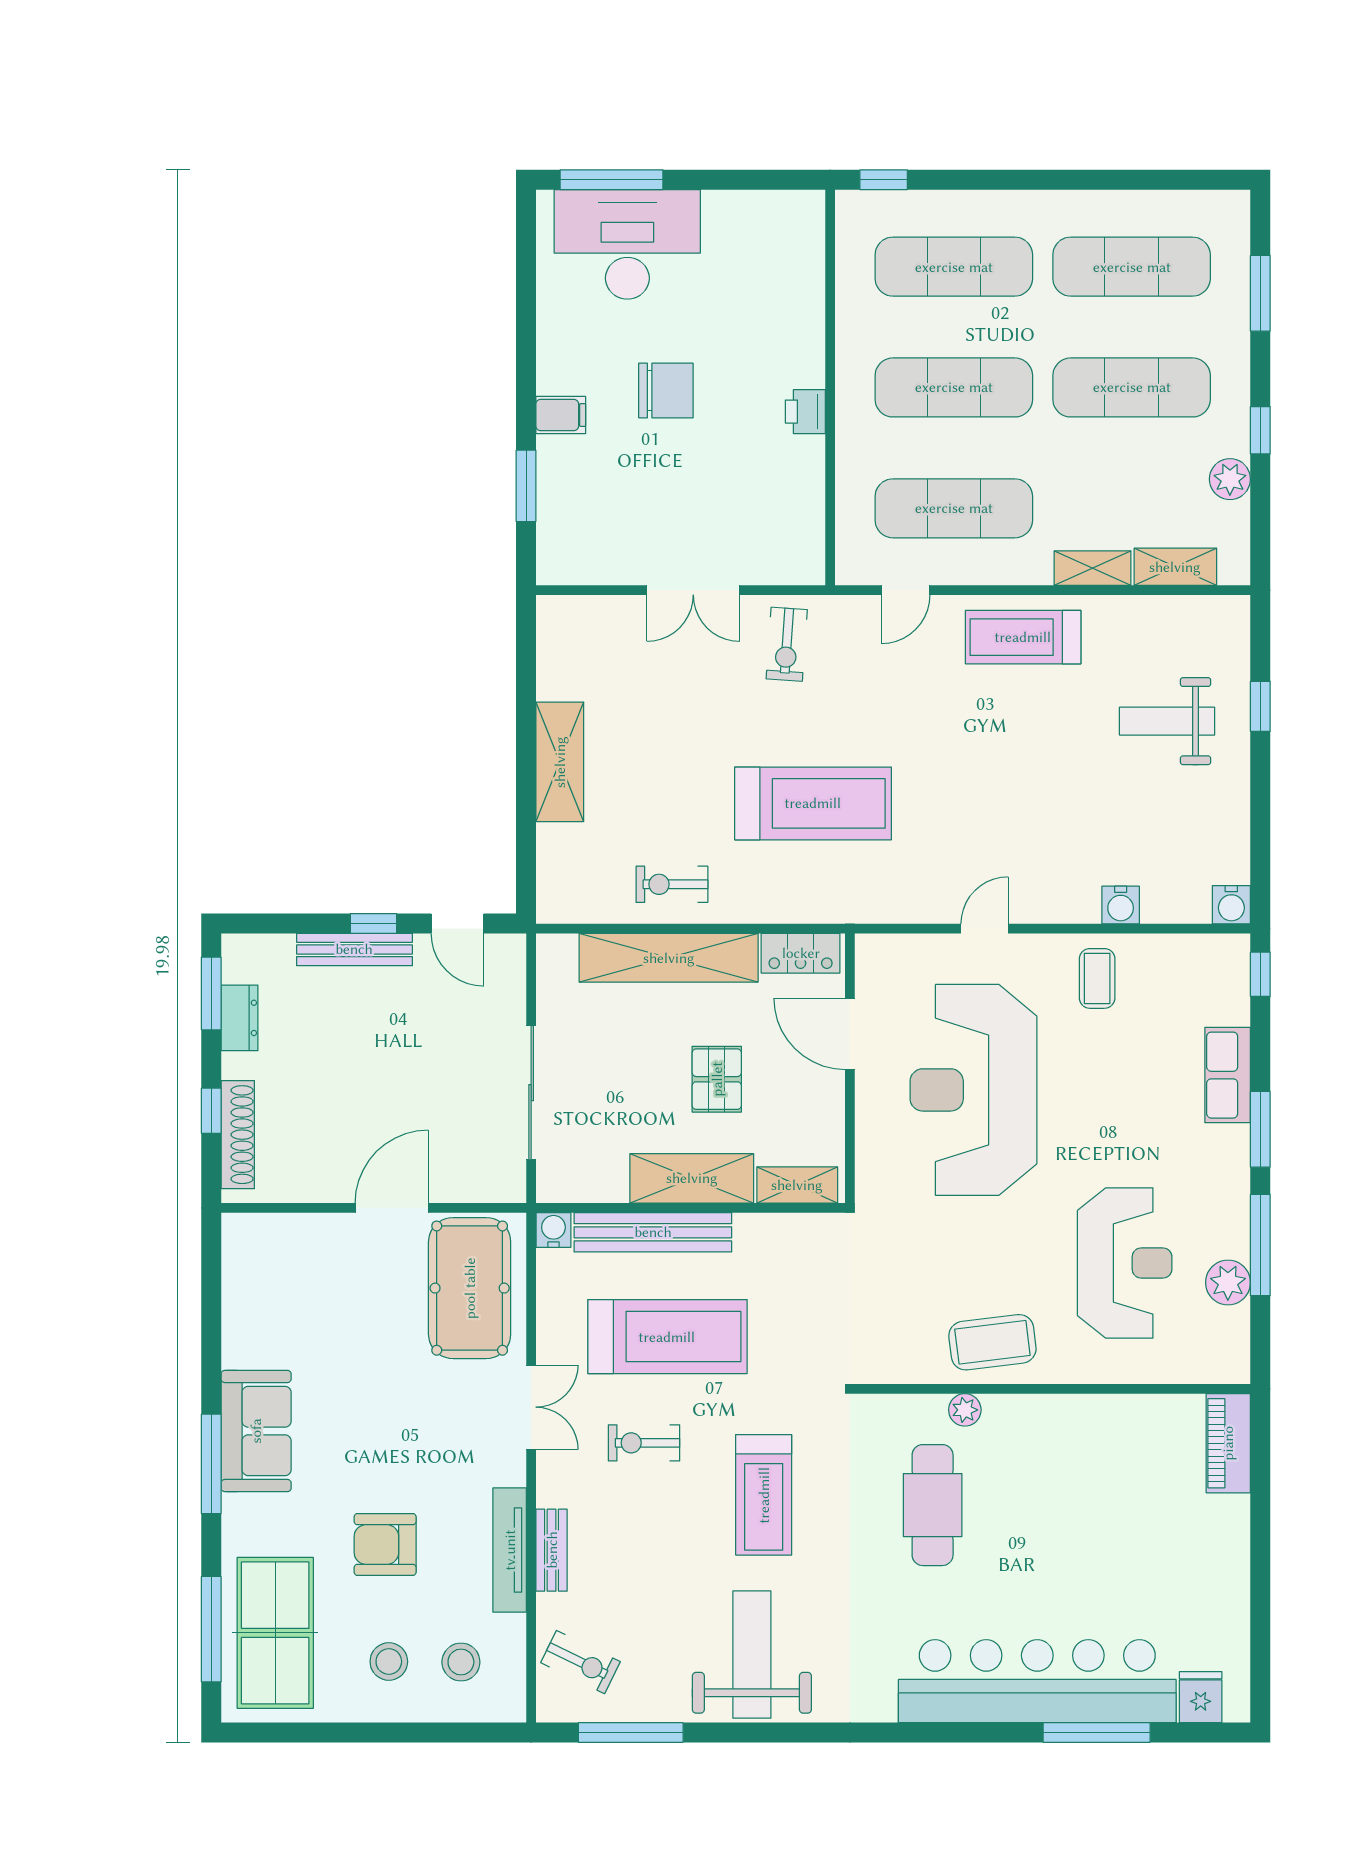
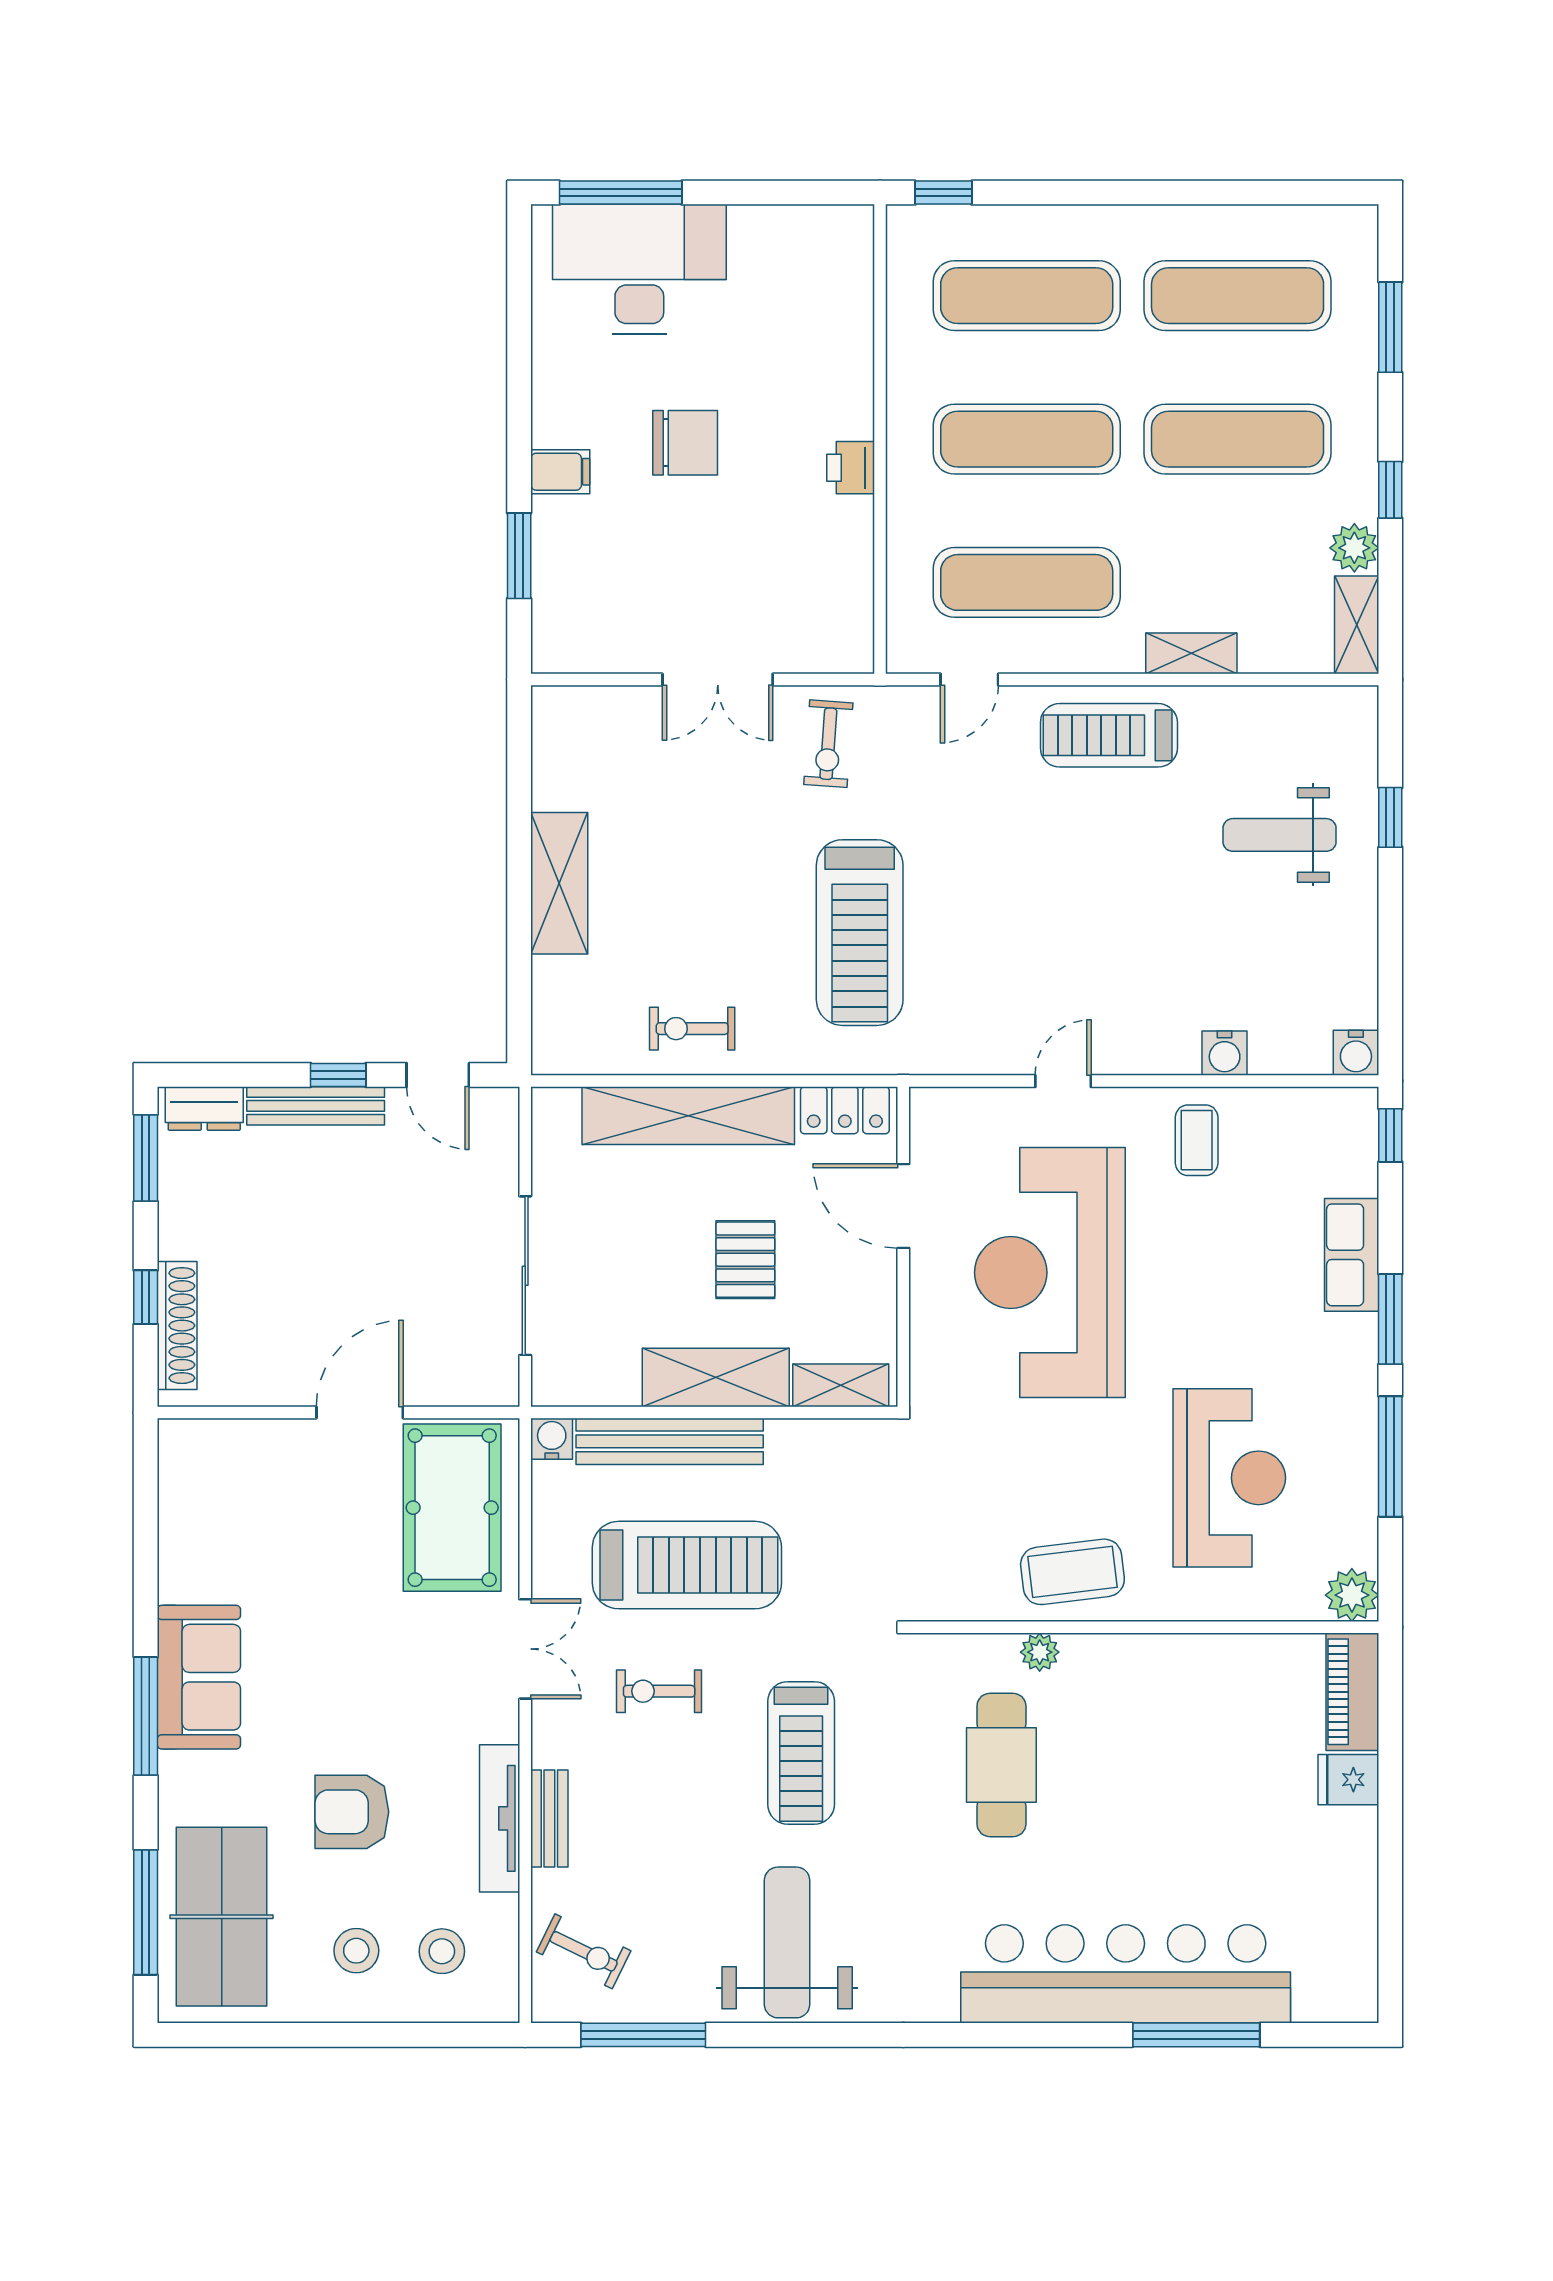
shelving: (1175, 567) -> (1357, 625), moved, turned 90
treadmill: (813, 803) -> (860, 933), turned 90
dresser: (240, 1018) -> (204, 1109), moved, turned 90
plant: (1228, 1282) -> (1352, 1595), moved
fridge: (1201, 1697) -> (1348, 1780), moved, turned -90

